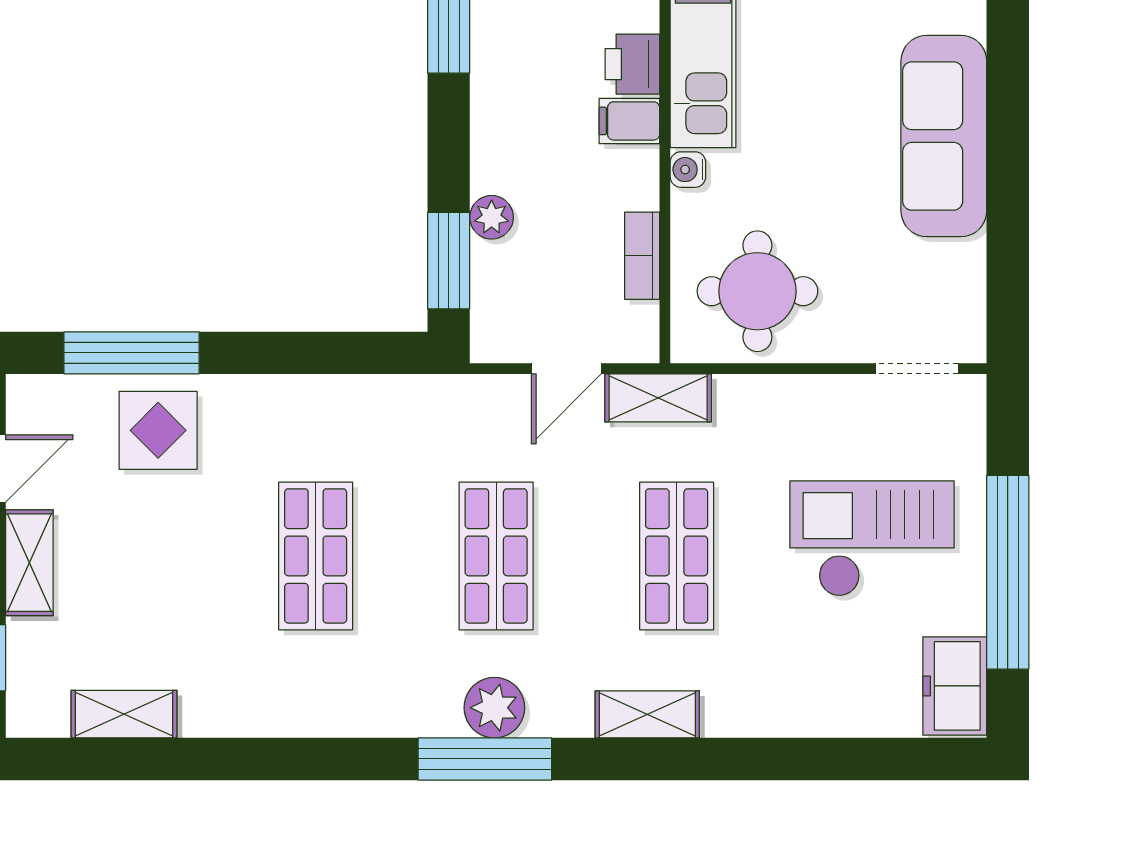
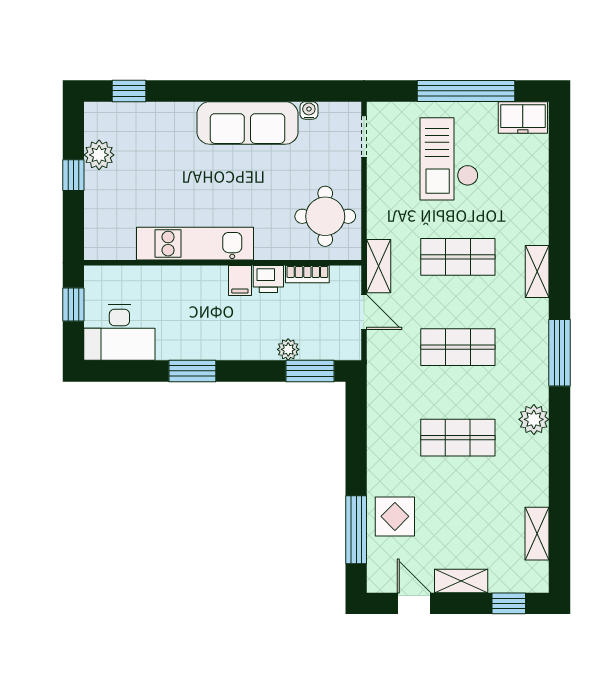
printer: (632, 64) -> (268, 279), moved
water cooler: (688, 170) -> (309, 110), moved, turned 180
plant: (494, 708) -> (534, 419), moved

